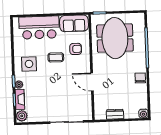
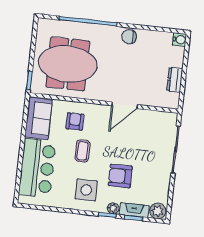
armchair: (42, 86) -> (120, 176), added

